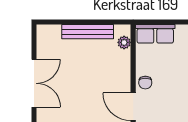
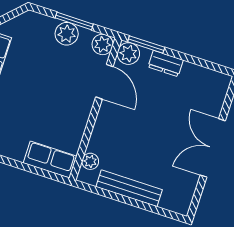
chair: (145, 83) -> (81, 106), removed

